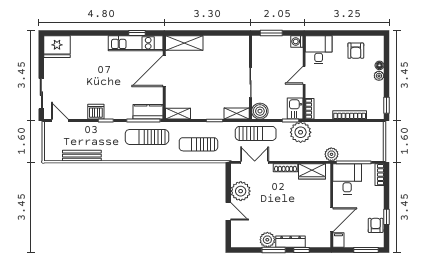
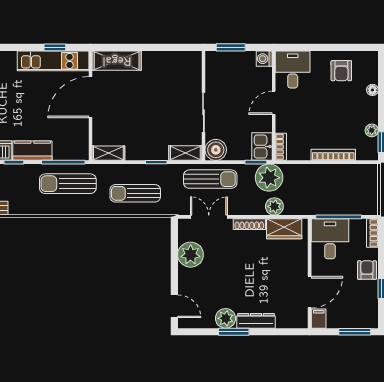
plant: (379, 76) -> (372, 130), moved
kitchen counter: (148, 112) -> (32, 151), moved
plant: (331, 154) -> (274, 206), moved
door: (228, 211) -> (174, 306), moved
armchair: (376, 225) -> (367, 270), moved
window: (301, 250) -> (270, 332), removed

